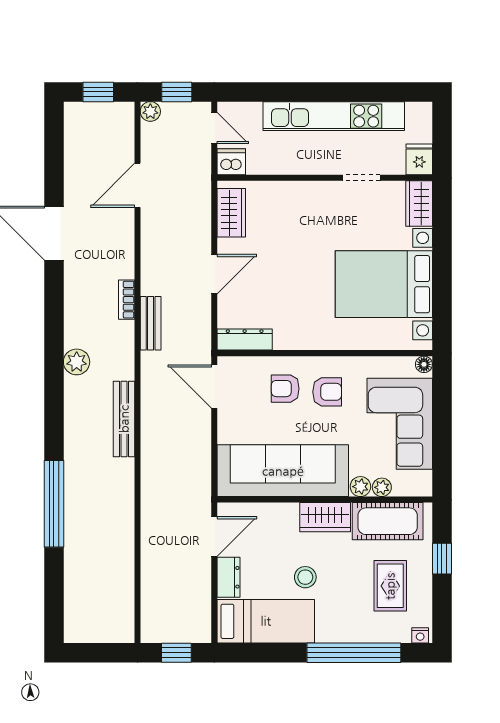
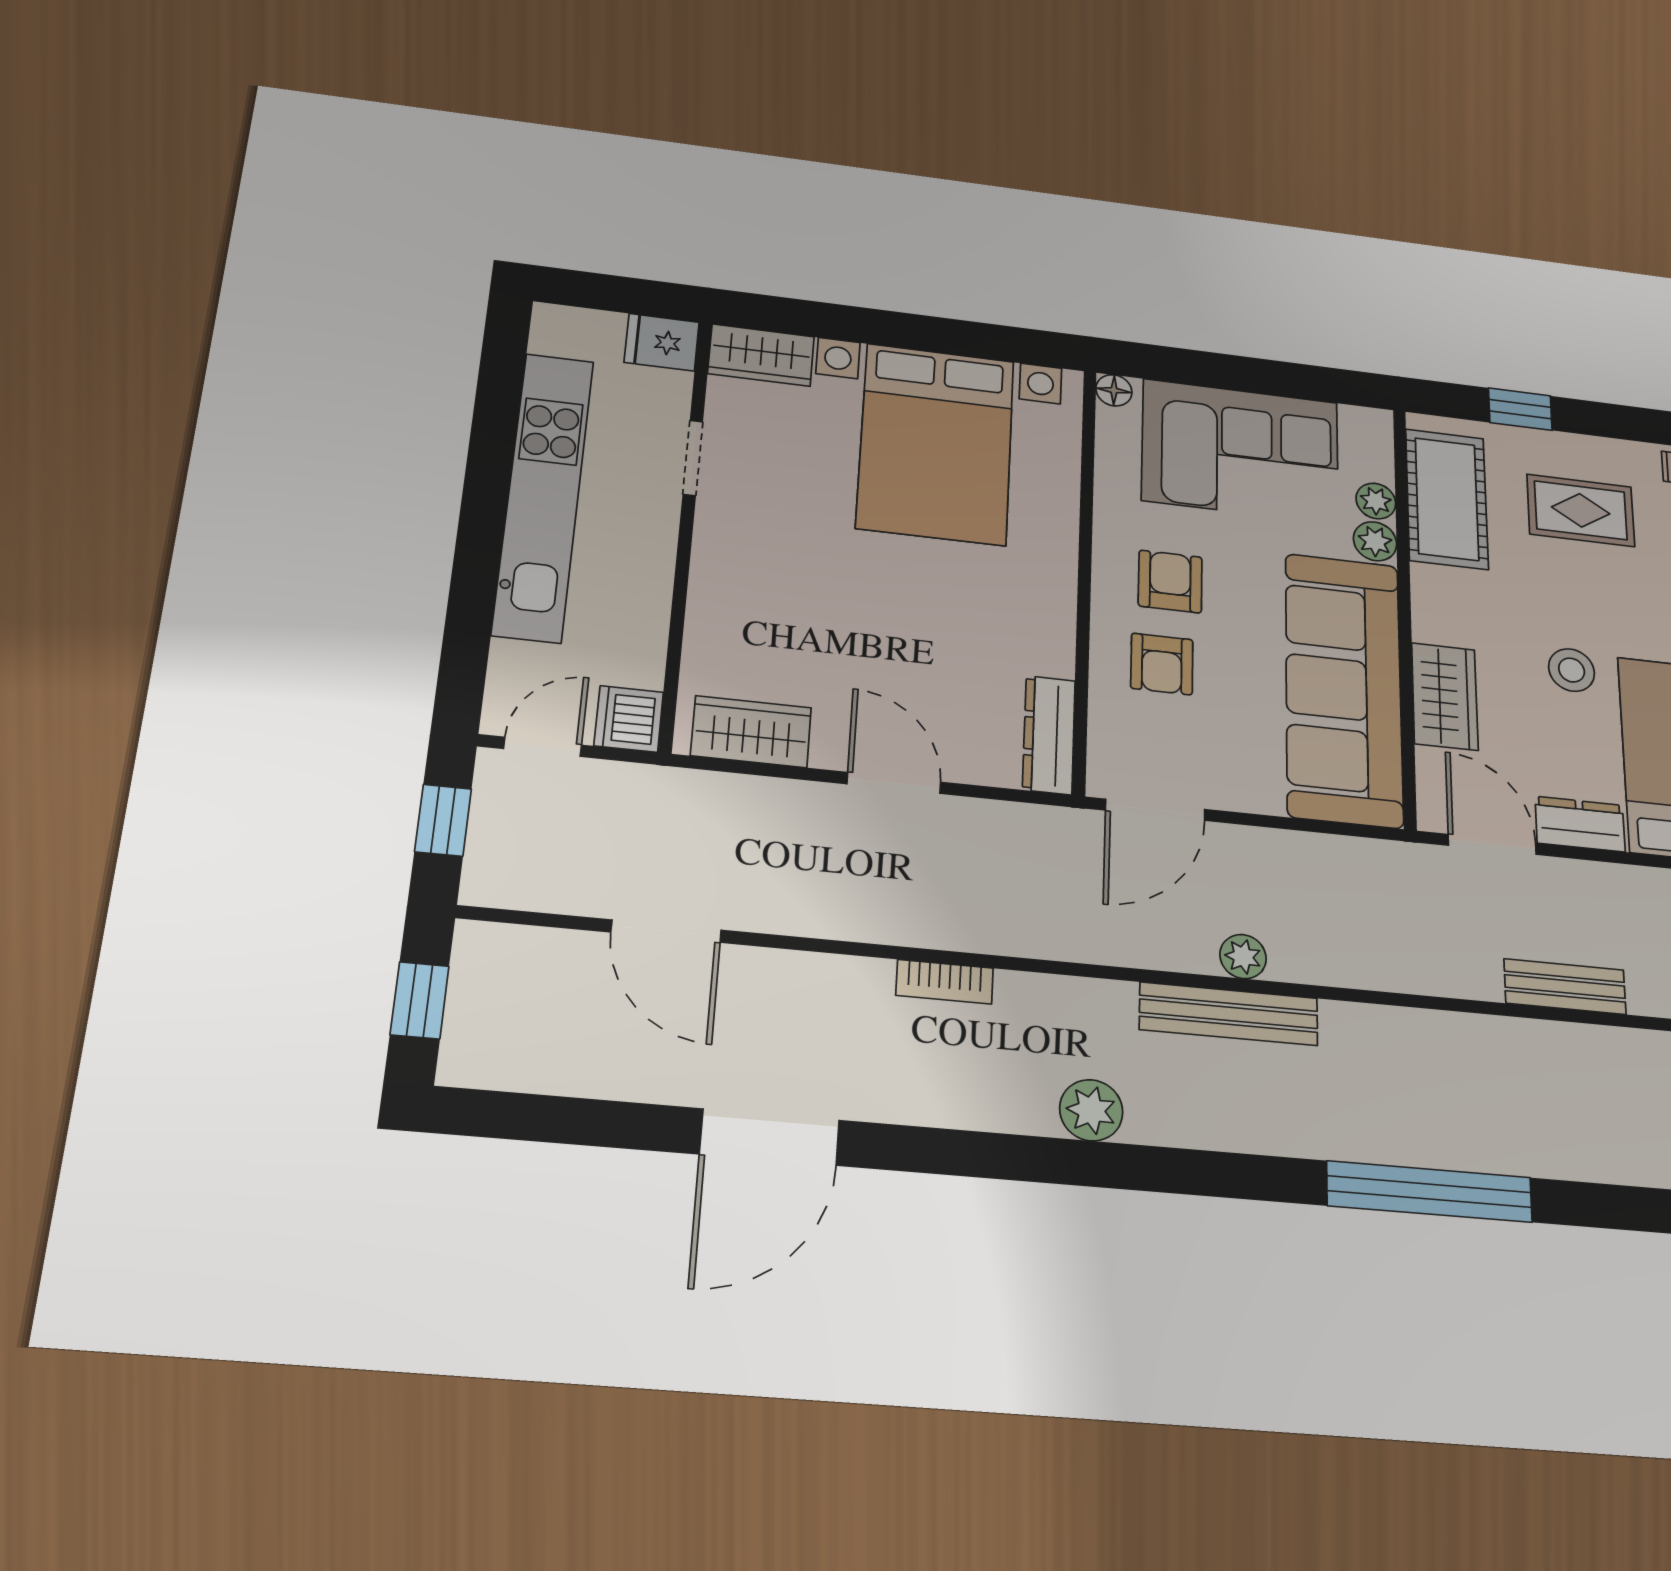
plant: (150, 111) -> (1243, 957), moved
bench: (151, 323) -> (1565, 987), moved
wardrobe: (325, 517) -> (1445, 697), moved

